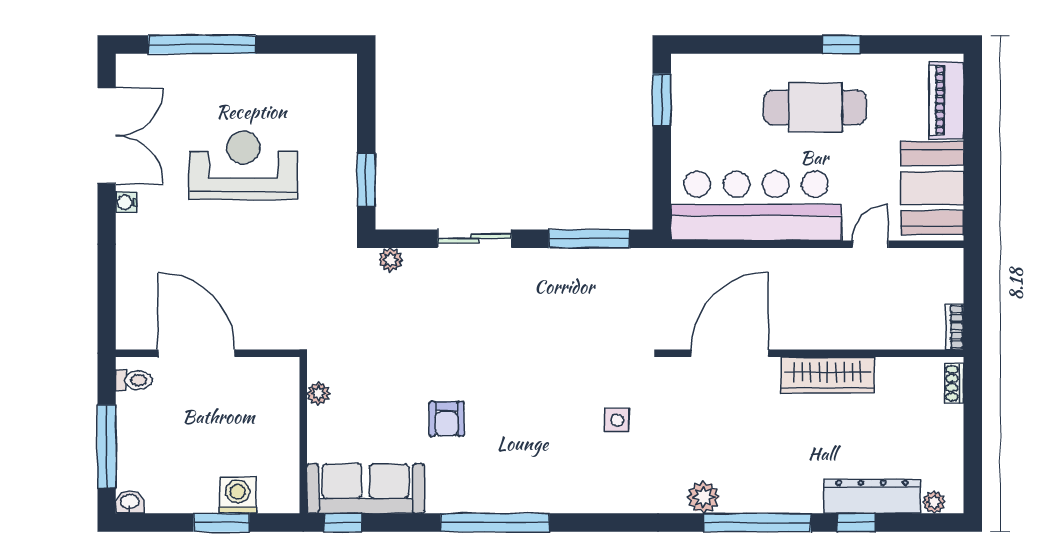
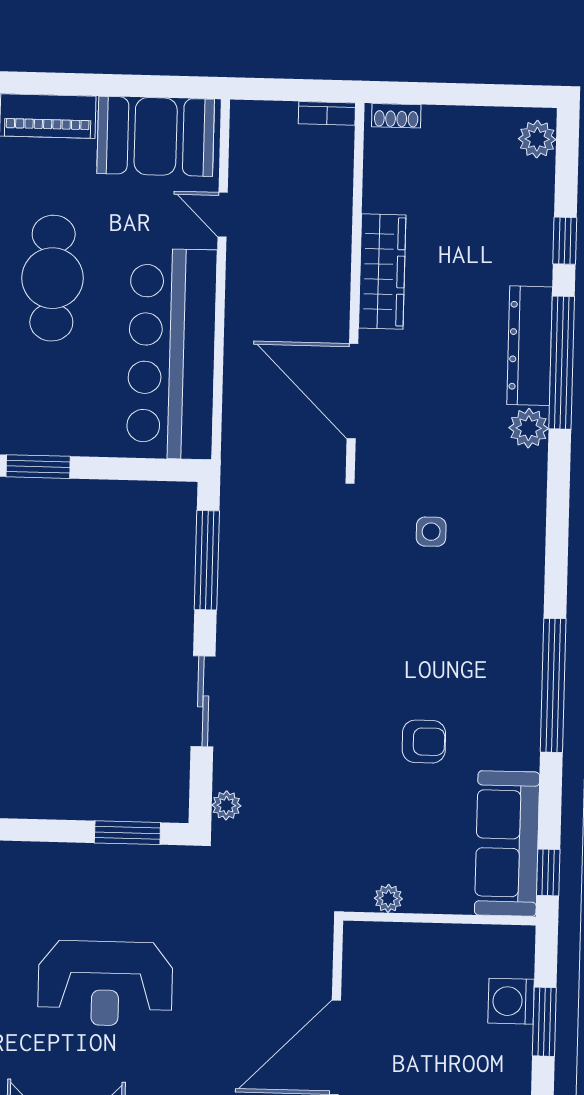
reception desk: (243, 165) -> (105, 983), turned -90
dresser: (872, 496) -> (530, 346), moved
plant: (934, 502) -> (537, 139), width x1.38, depth x1.38

